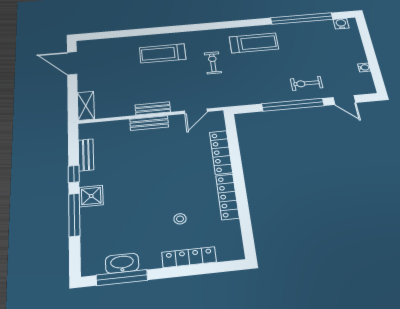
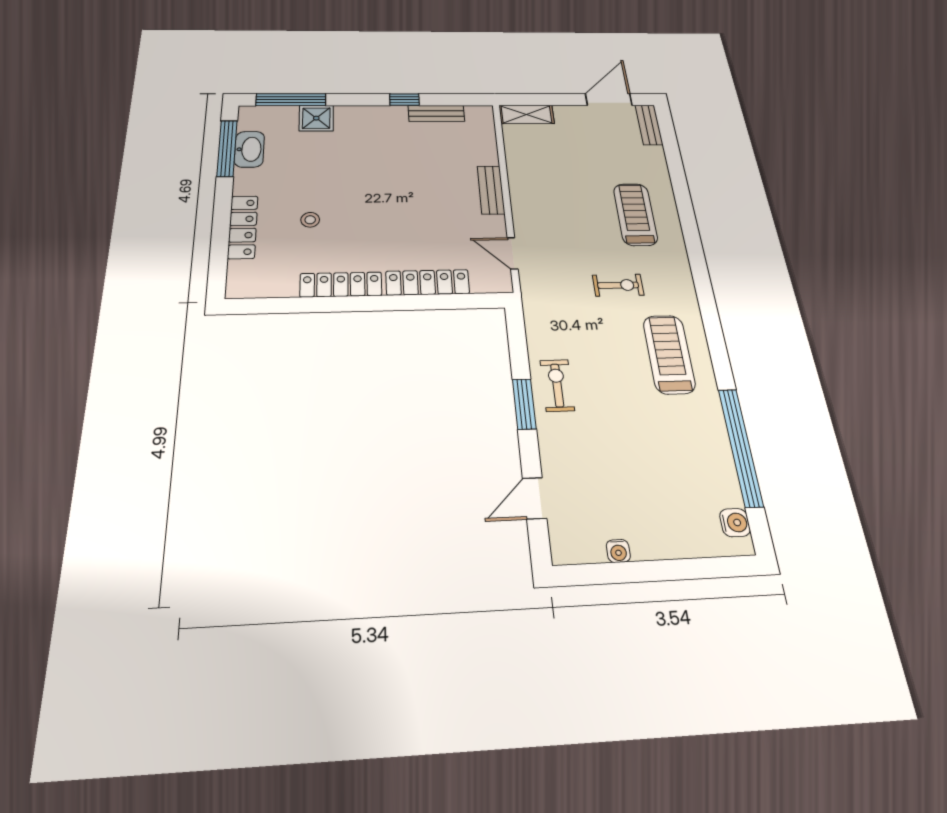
treadmill: (254, 43) -> (669, 354), turned 180
exercise bike: (306, 83) -> (557, 385), moved
window: (293, 105) -> (524, 404), width x0.47
bench: (153, 108) -> (649, 125), moved
shower: (91, 196) -> (316, 118), moved
window: (74, 215) -> (291, 100), moved

